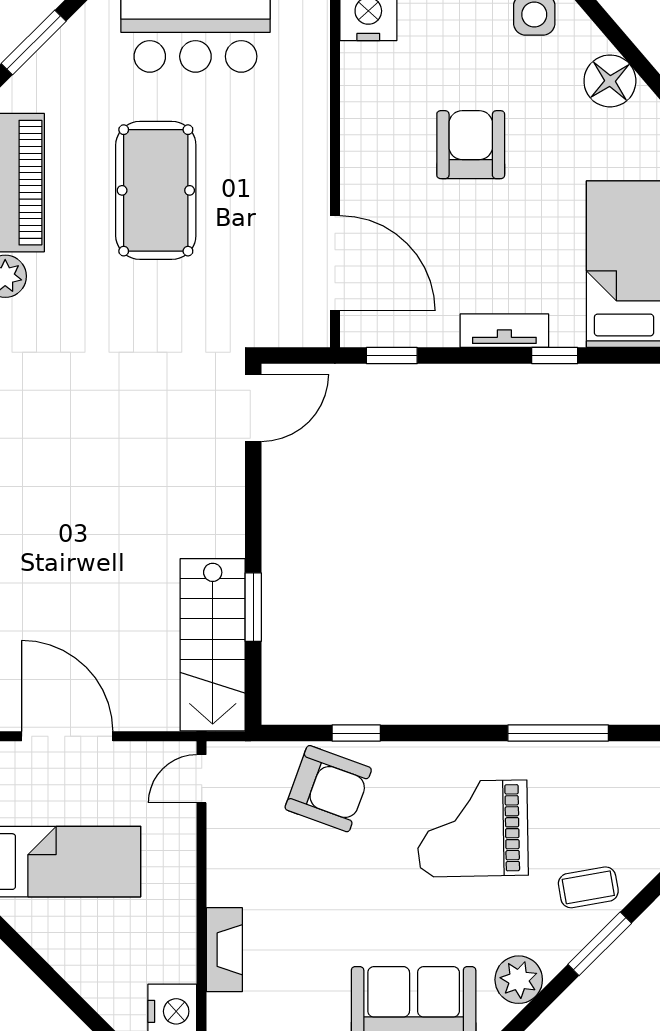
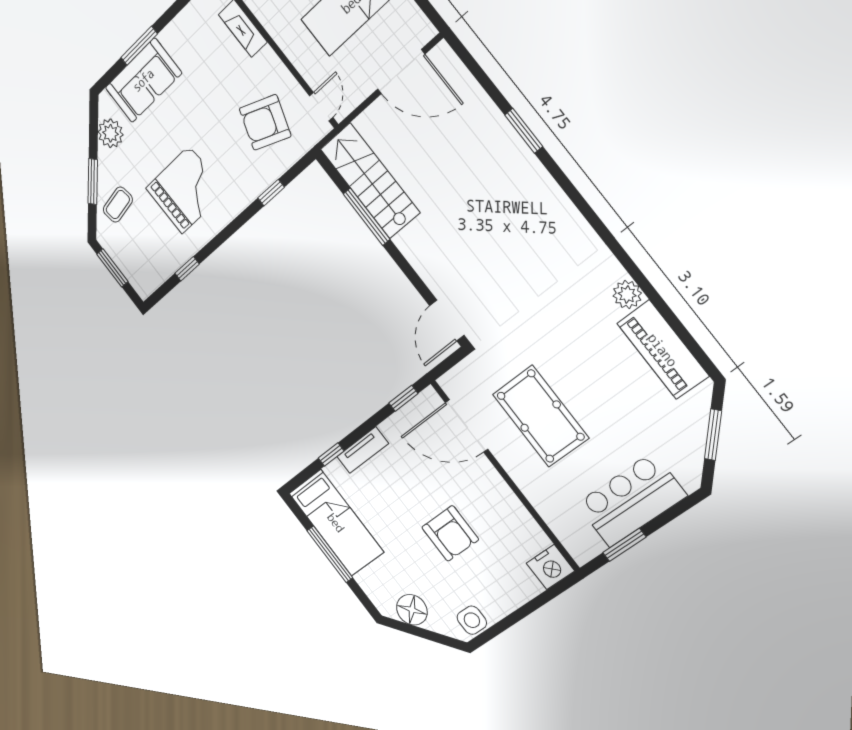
pool table: (156, 190) -> (541, 416), moved
window: (253, 607) -> (367, 217), width x1.44
window: (558, 733) -> (187, 269), width x0.46
armchair: (328, 789) -> (265, 122), moved

